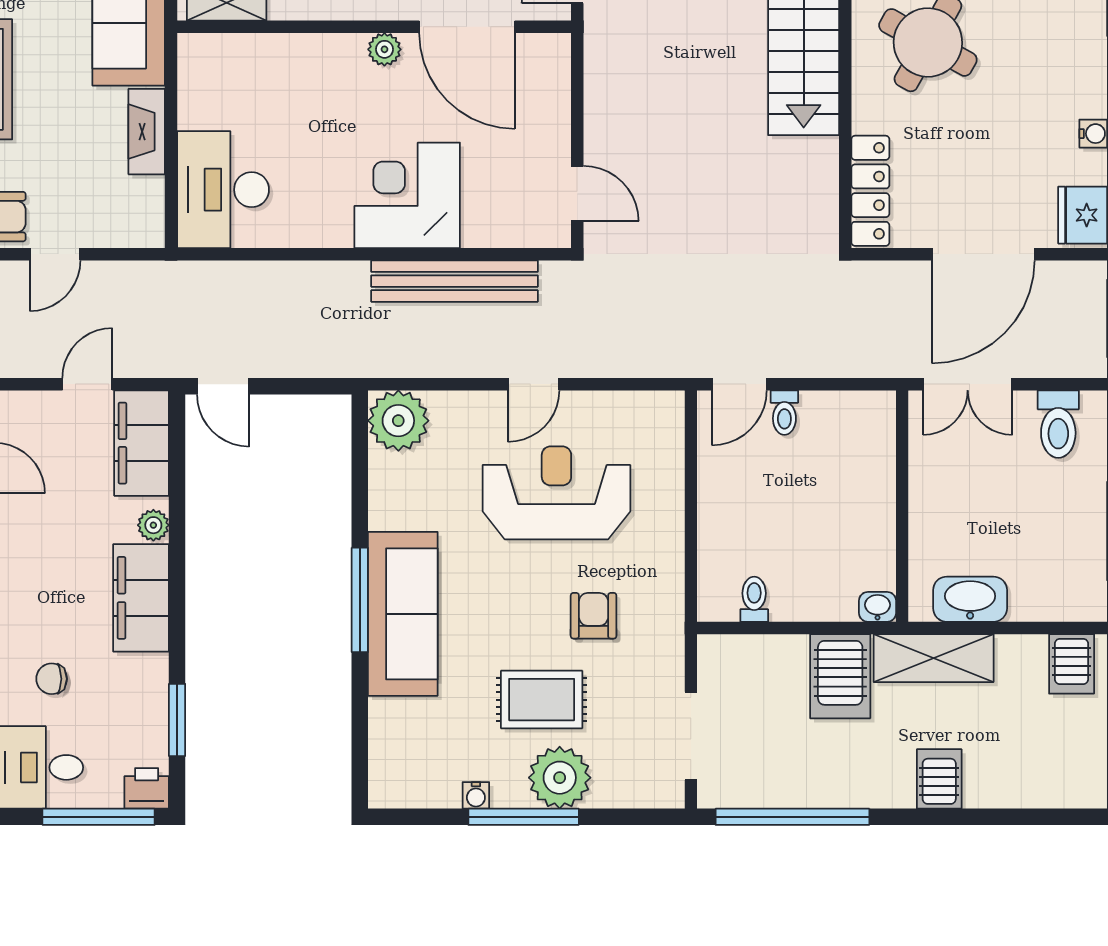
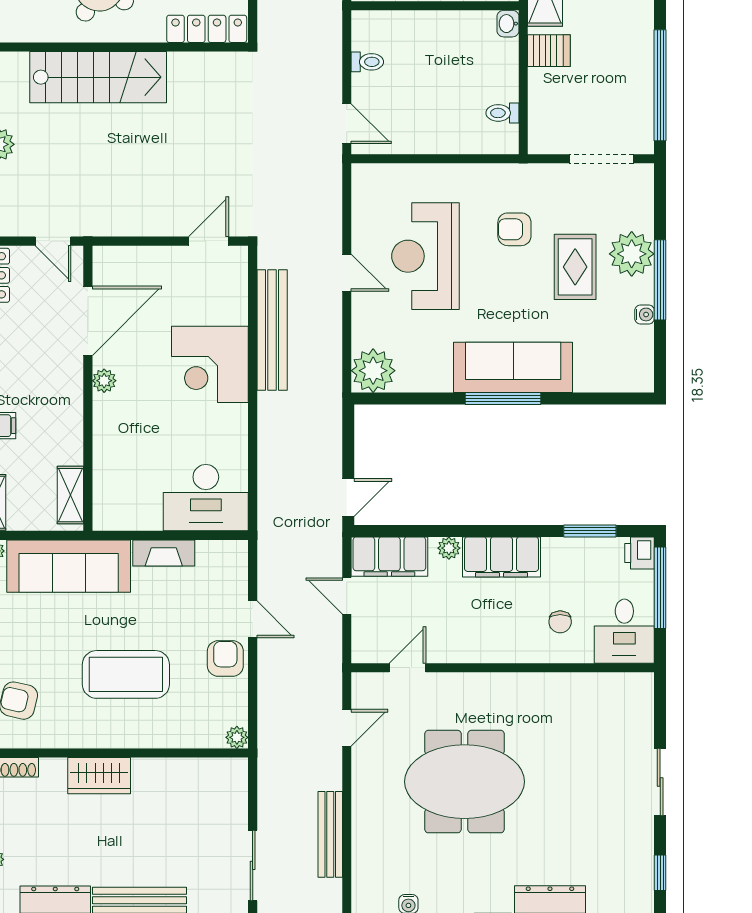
toilet: (784, 413) -> (367, 62), moved
server rack: (840, 676) -> (549, 51), width x0.73, depth x0.70

